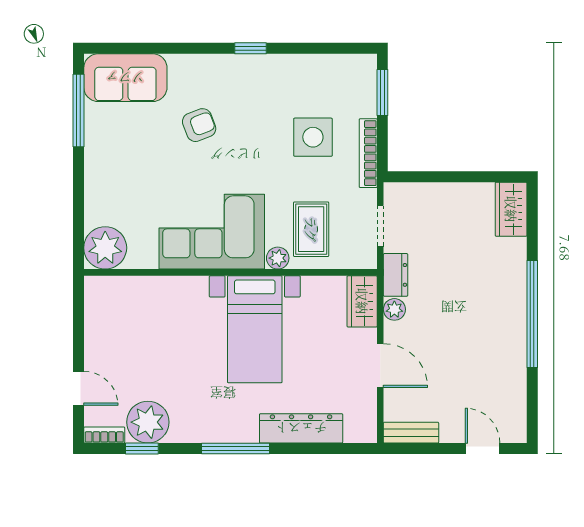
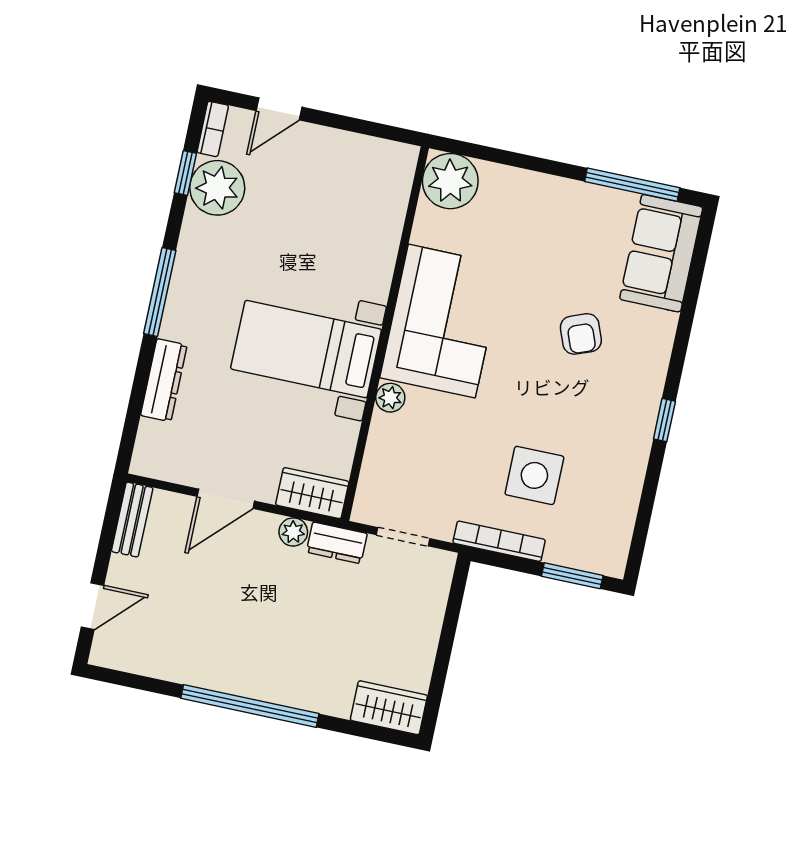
rug: (311, 229) -> (418, 448), removed
dresser: (301, 428) -> (164, 380), width x0.73, depth x0.80

